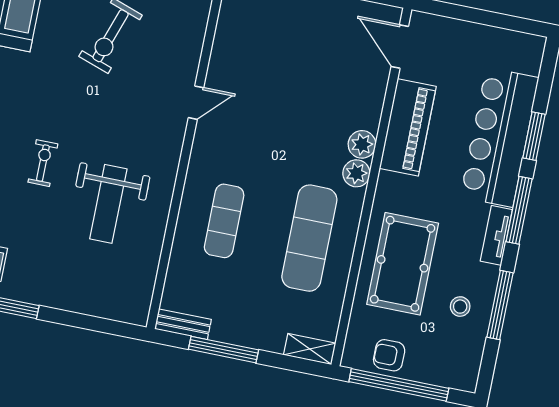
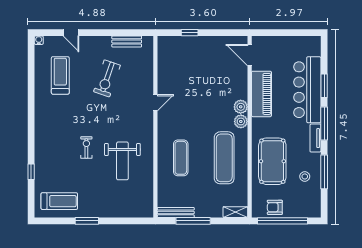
bench: (183, 324) -> (176, 212), width x1.36

